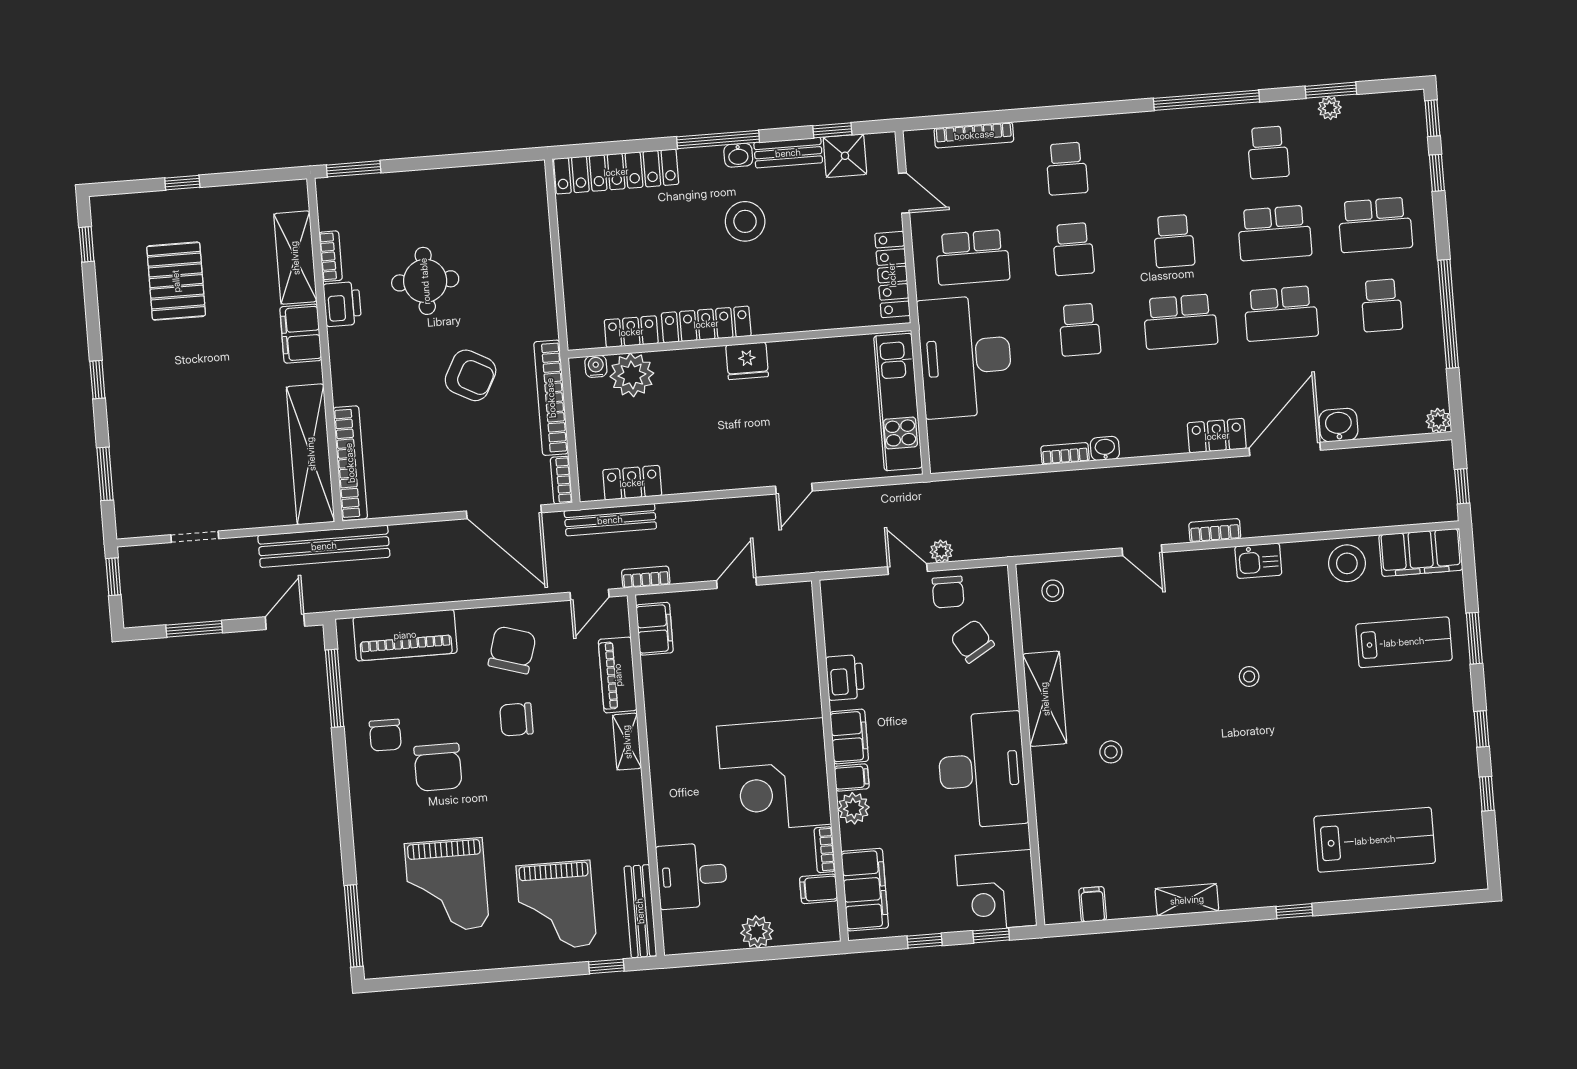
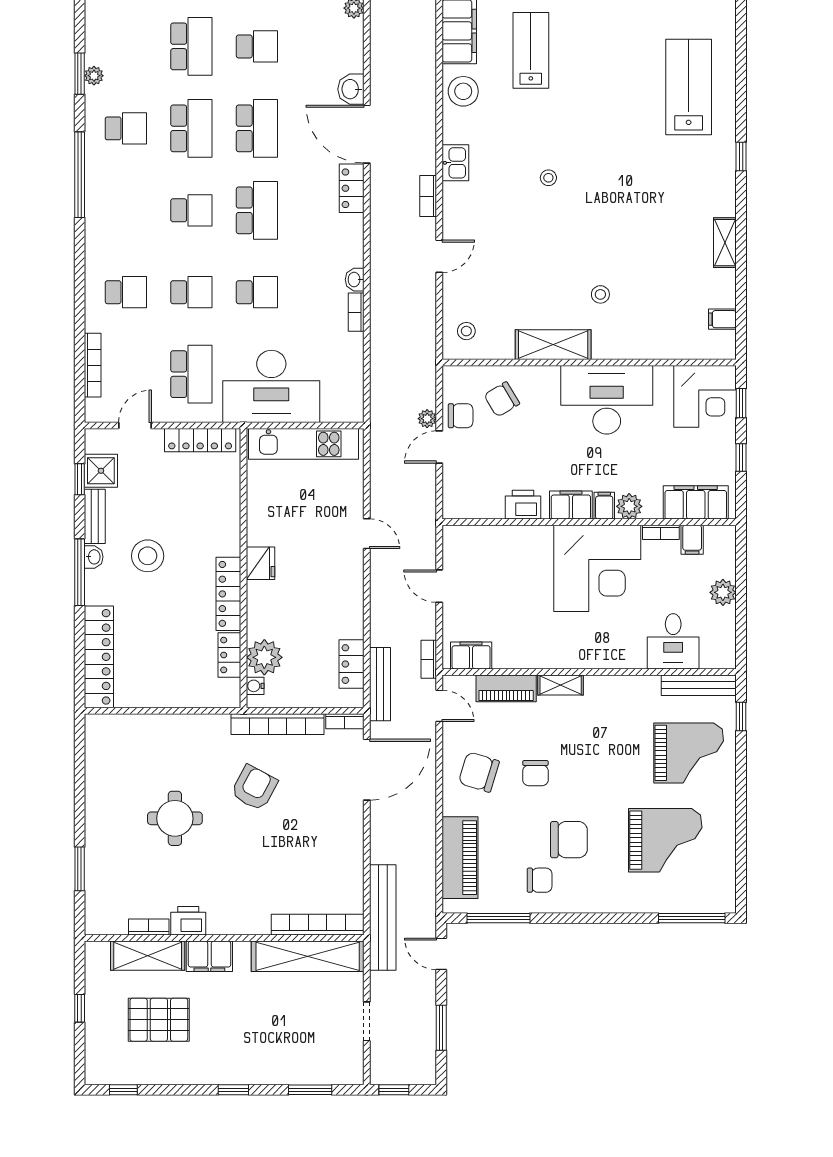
bookcase: (331, 256) -> (149, 927), moved
shelving: (295, 258) -> (148, 956), moved
printer: (342, 304) -> (188, 921), moved
filing cabinet: (301, 334) -> (209, 956), moved
wall: (325, 350) -> (224, 938), moved
shelving: (311, 454) -> (308, 956), moved
bookcase: (350, 463) -> (317, 925), moved

